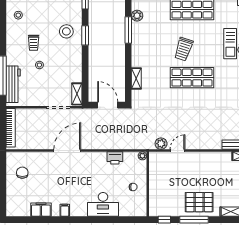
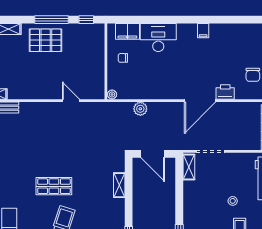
shop shelf: (192, 78) -> (54, 186), width x0.70, depth x0.74
plant: (161, 144) -> (140, 109), moved
door: (177, 151) -> (71, 101), swing flipped
printer: (115, 158) -> (225, 92), moved
filing cabinet: (41, 210) -> (127, 31), moved

